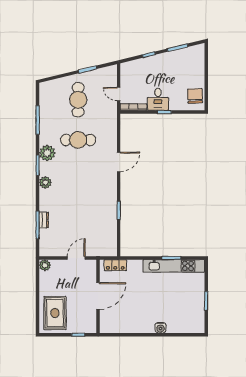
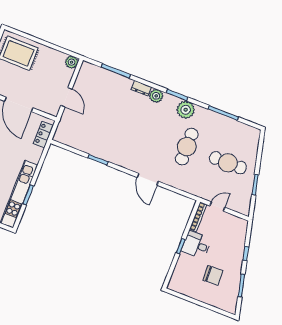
chair: (195, 96) -> (213, 275), moved
dresser: (44, 220) -> (141, 88), moved

